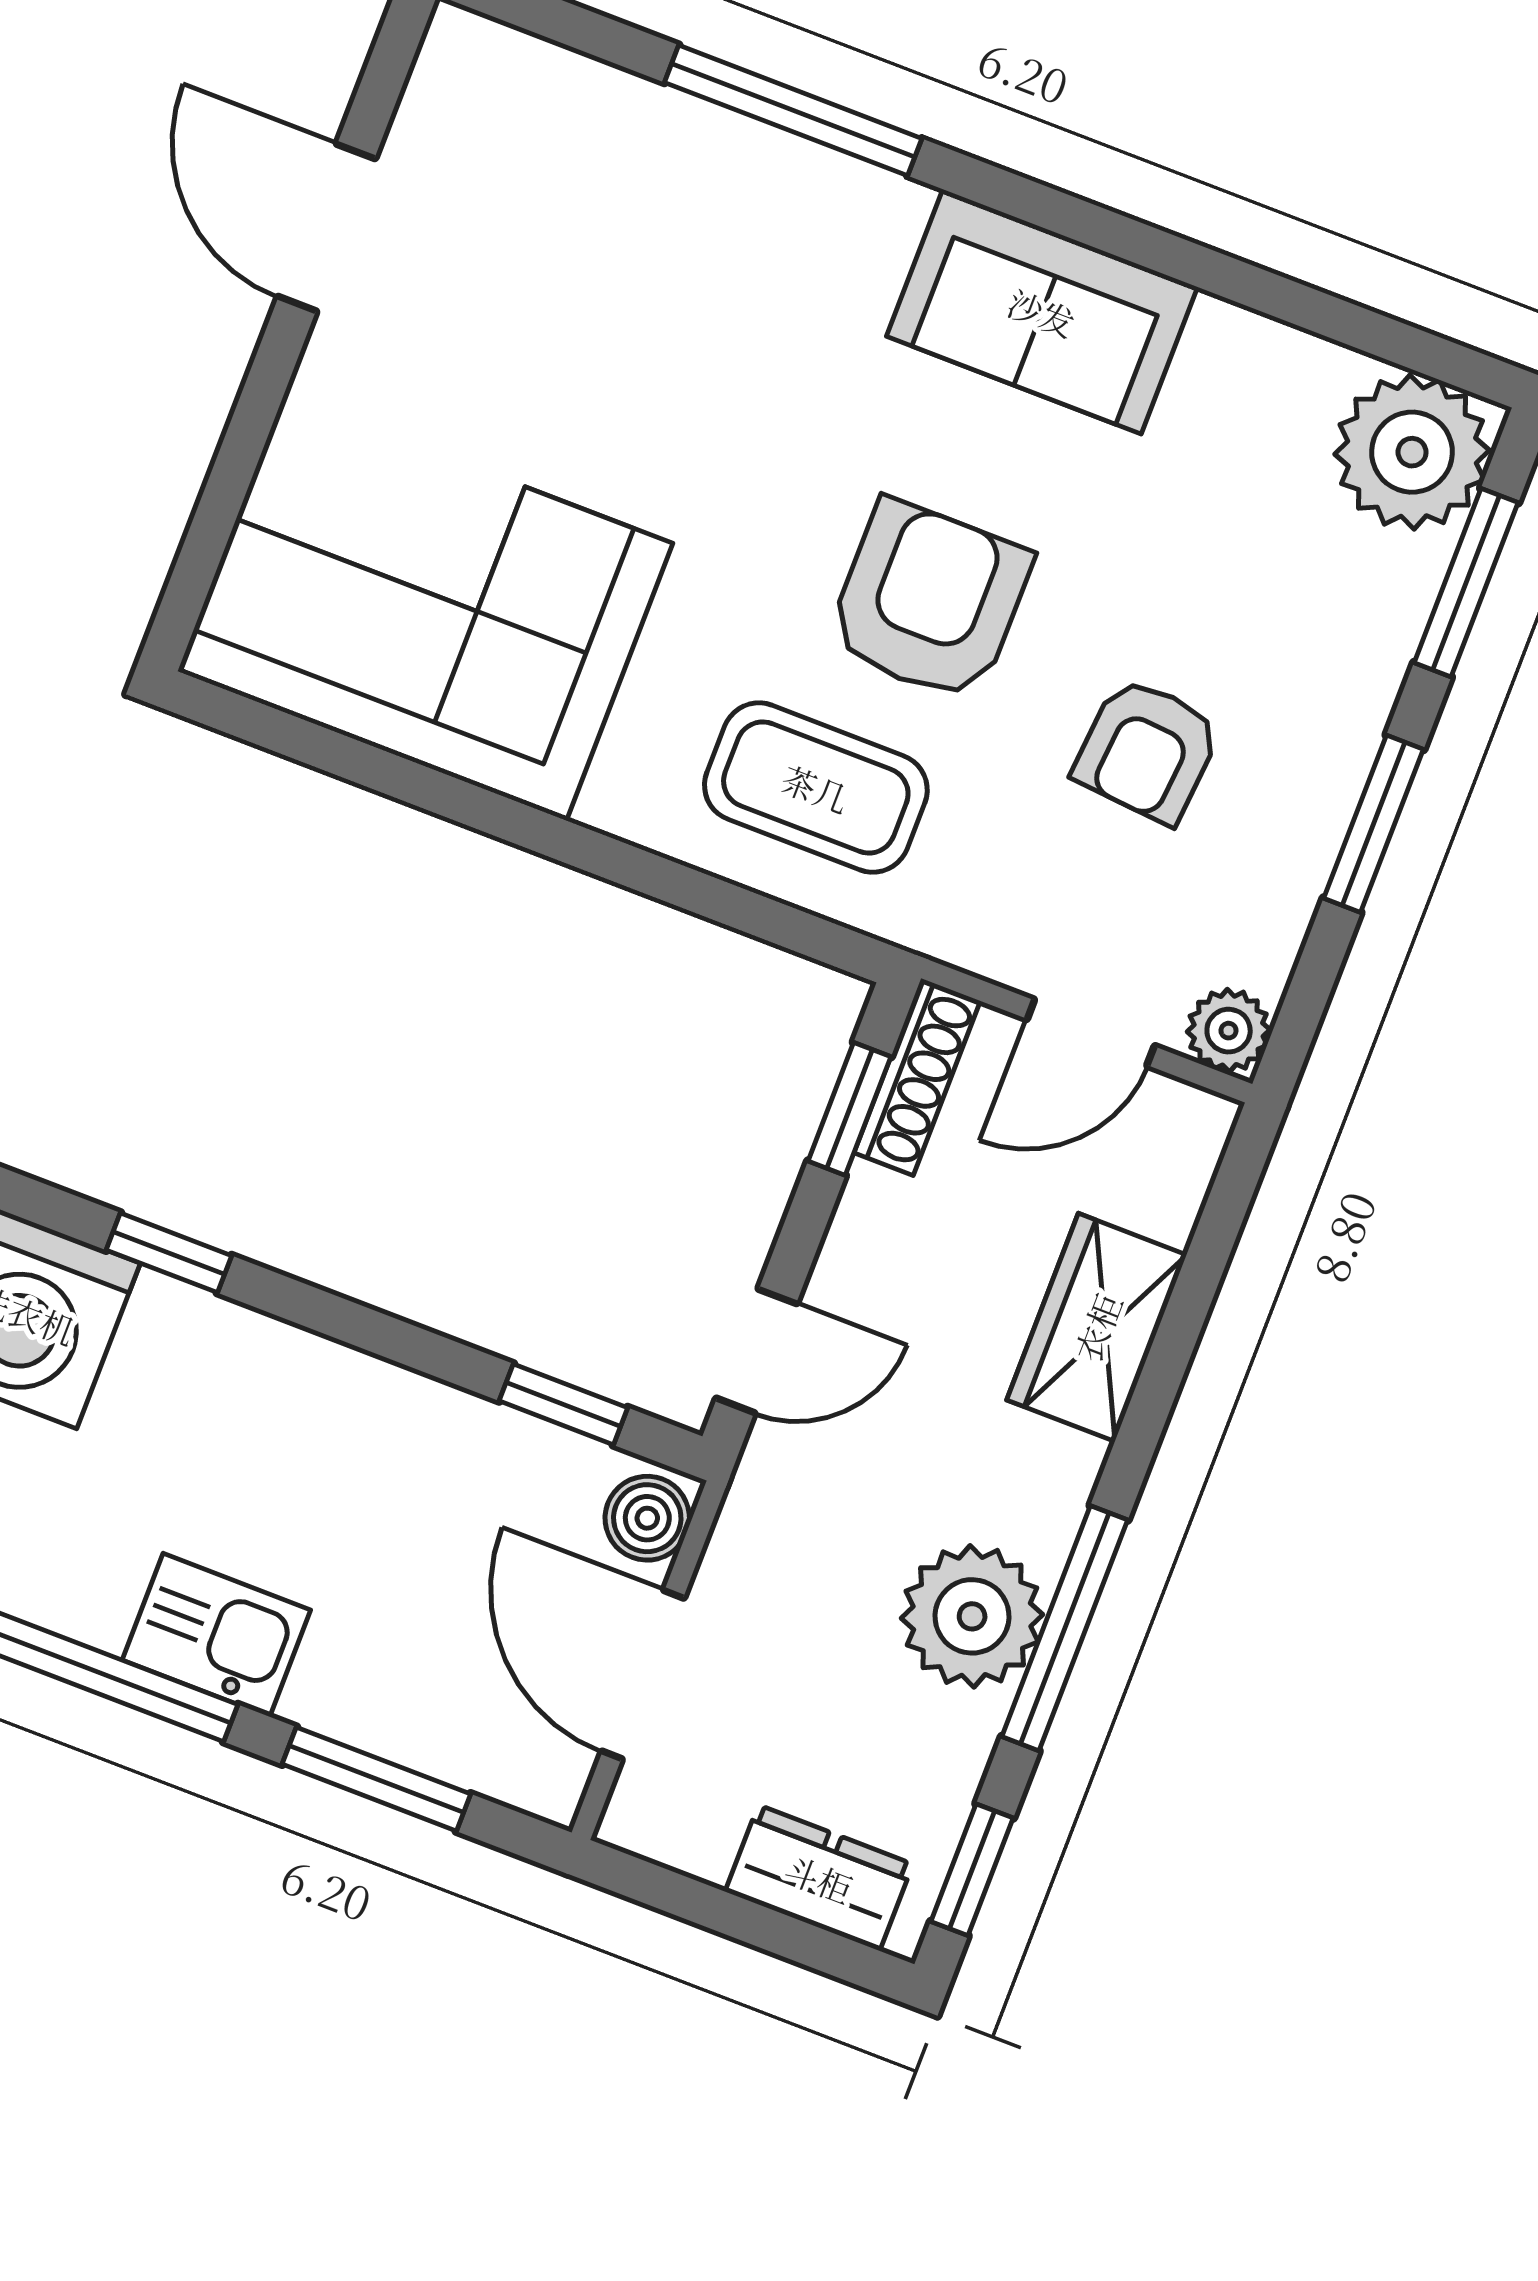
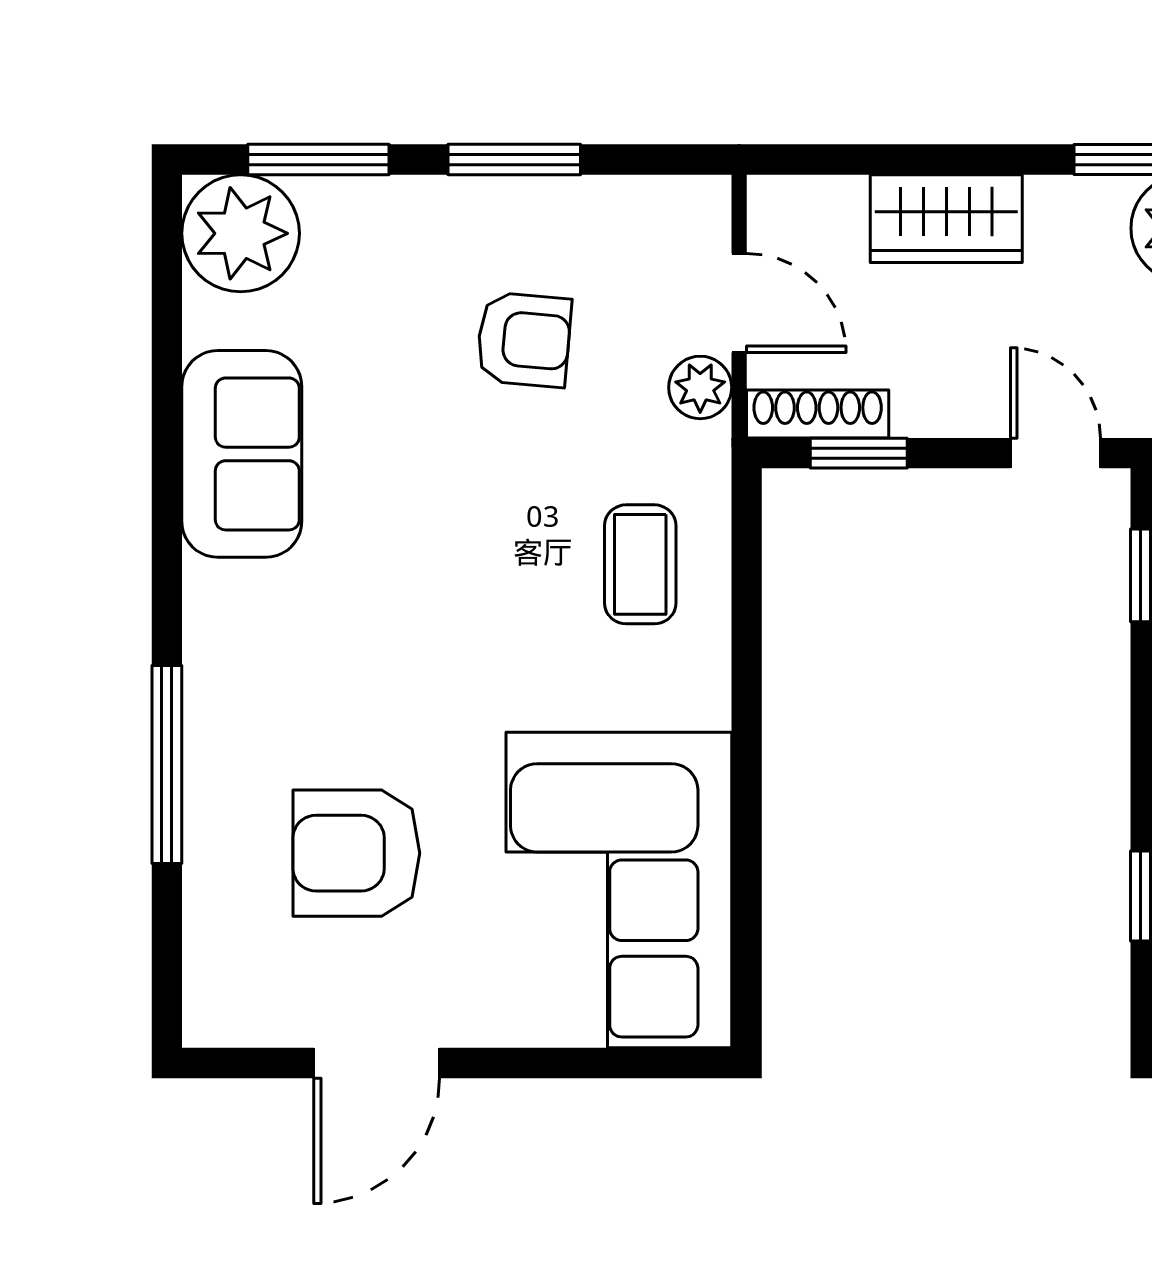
sofa: (1042, 312) -> (242, 454), moved
armchair: (929, 601) -> (356, 853), moved
coffee table: (816, 788) -> (640, 564), width x0.73, depth x0.77
plant: (1229, 1031) -> (700, 387), moved

